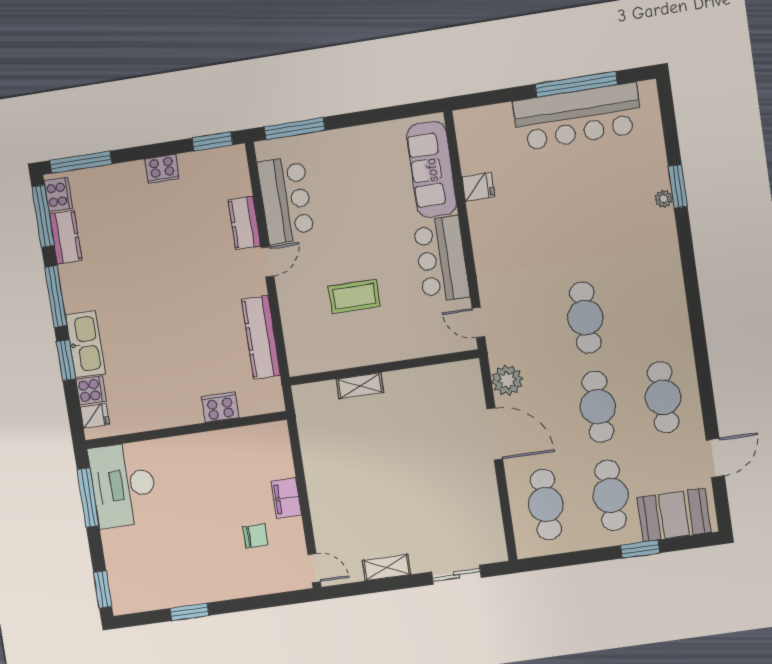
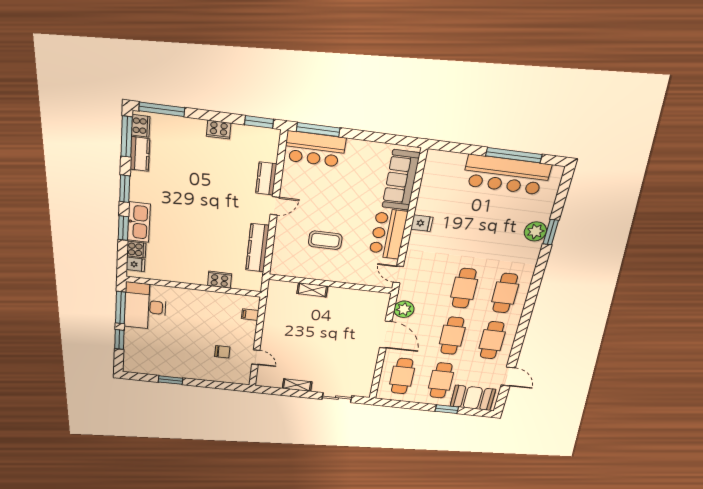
fridge: (478, 187) -> (422, 223), moved
plant: (664, 199) -> (535, 231), width x1.88, depth x1.88
bar counter: (286, 200) -> (315, 149), moved, turned 90
window: (56, 296) -> (125, 189), width x0.69
cafe table: (651, 308) -> (505, 293), added
door: (715, 458) -> (508, 376), hinge flipped
filing cabinet: (286, 498) -> (250, 315), moved, width x0.50
door: (314, 568) -> (256, 357), moved
window: (103, 589) -> (119, 339), moved

